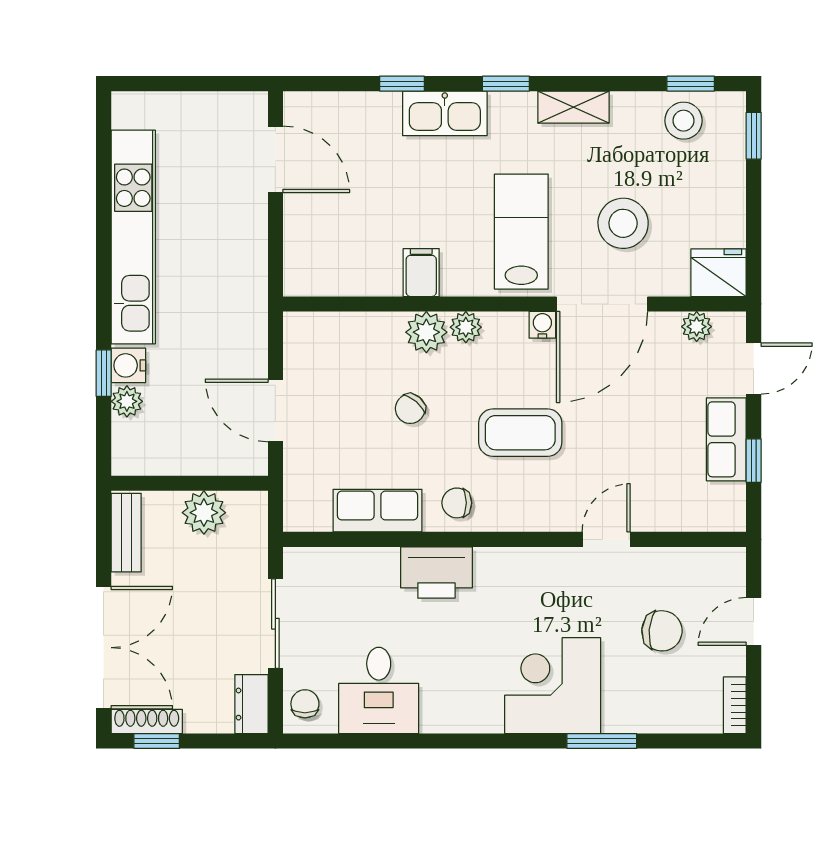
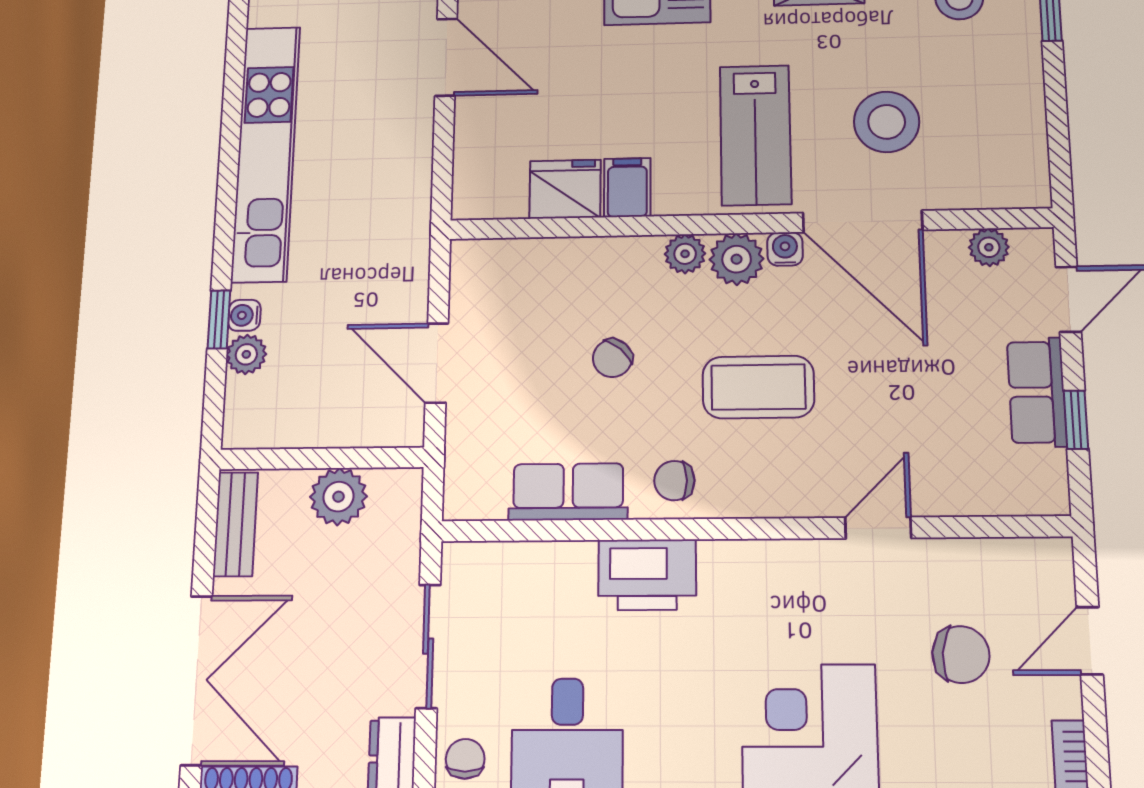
lab bench: (521, 232) -> (755, 135), turned 180
fridge: (718, 273) -> (565, 189), moved
door: (602, 304) -> (863, 221), hinge flipped
plant: (426, 332) -> (737, 259), moved
water cooler: (128, 365) -> (244, 315), width x0.72, depth x0.72

